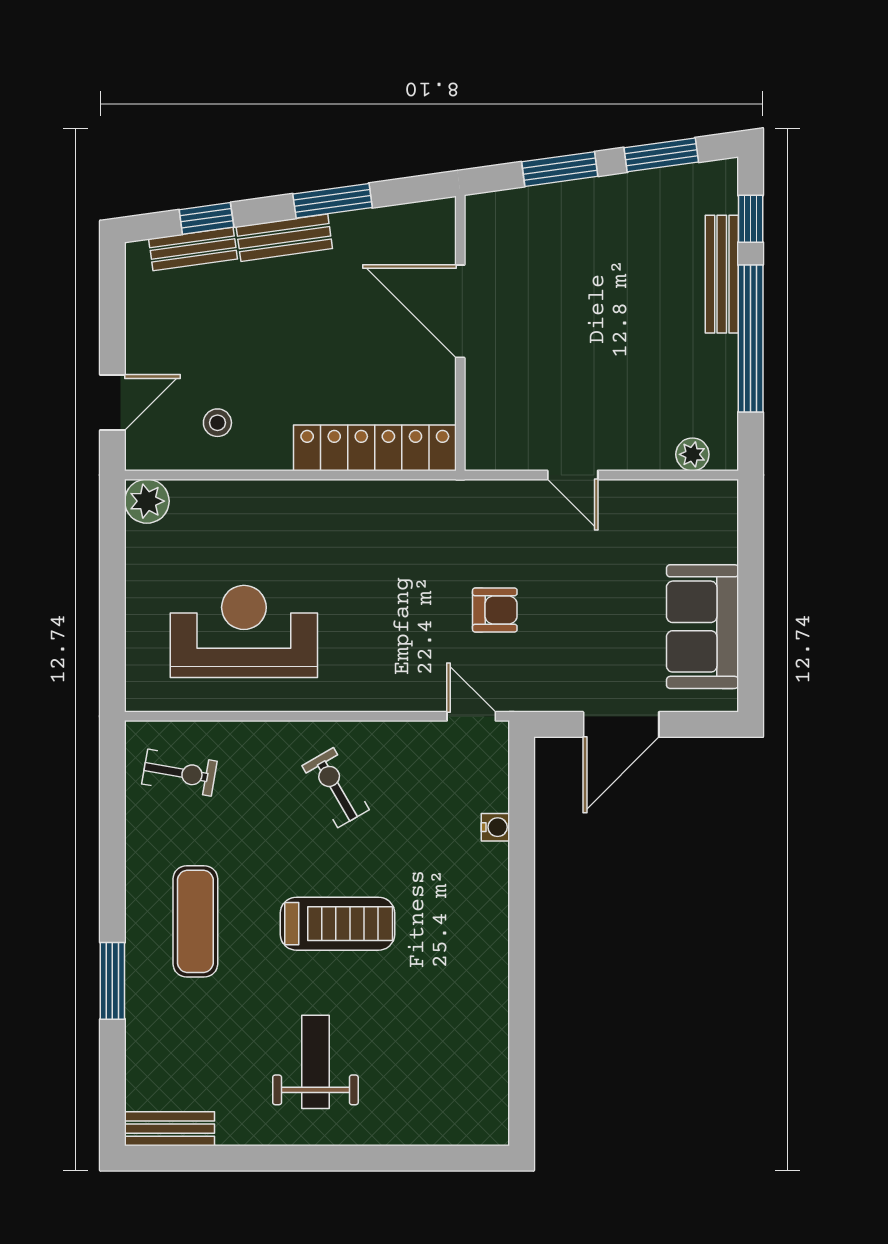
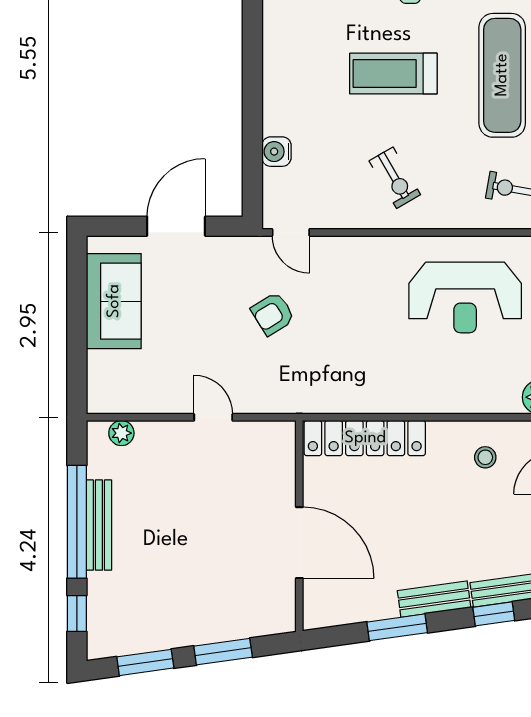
bench: (722, 274) -> (99, 525), moved
armchair: (495, 610) -> (273, 314), turned -32
water cooler: (495, 827) -> (276, 152), width x1.38, depth x1.38
exercise mat: (195, 921) -> (502, 75), width x1.36, depth x1.45

